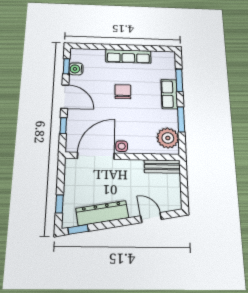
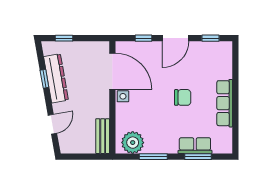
water cooler: (76, 69) -> (208, 48), removed
row of seats: (169, 94) -> (195, 146), moved
window: (78, 229) -> (44, 79), moved

